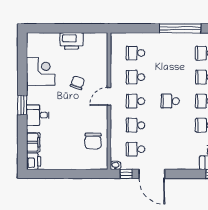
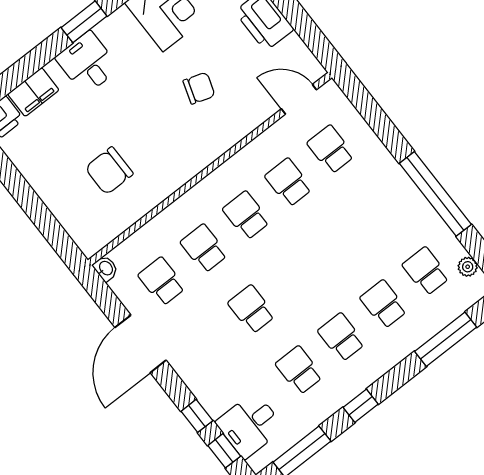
door: (109, 96) -> (299, 99), moved
school desk: (170, 101) -> (252, 309), moved
chair: (93, 141) -> (109, 171), moved
window: (126, 174) -> (197, 416), moved

